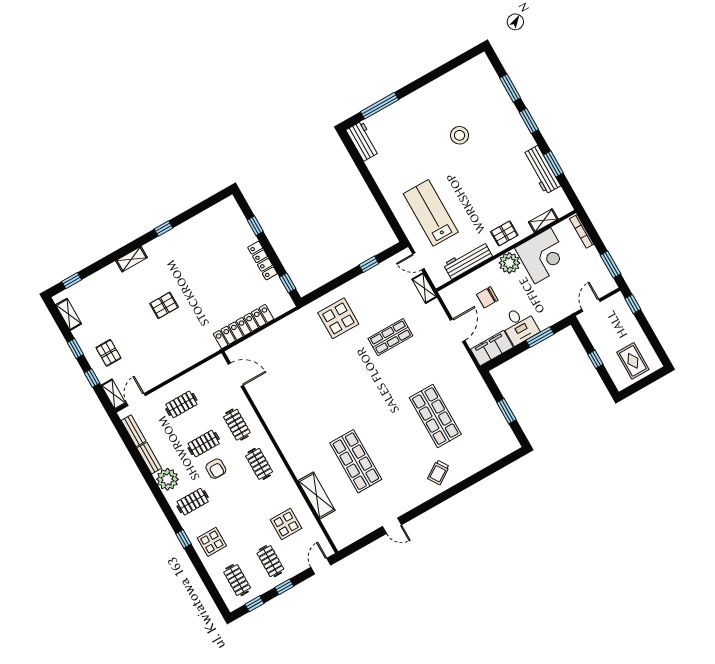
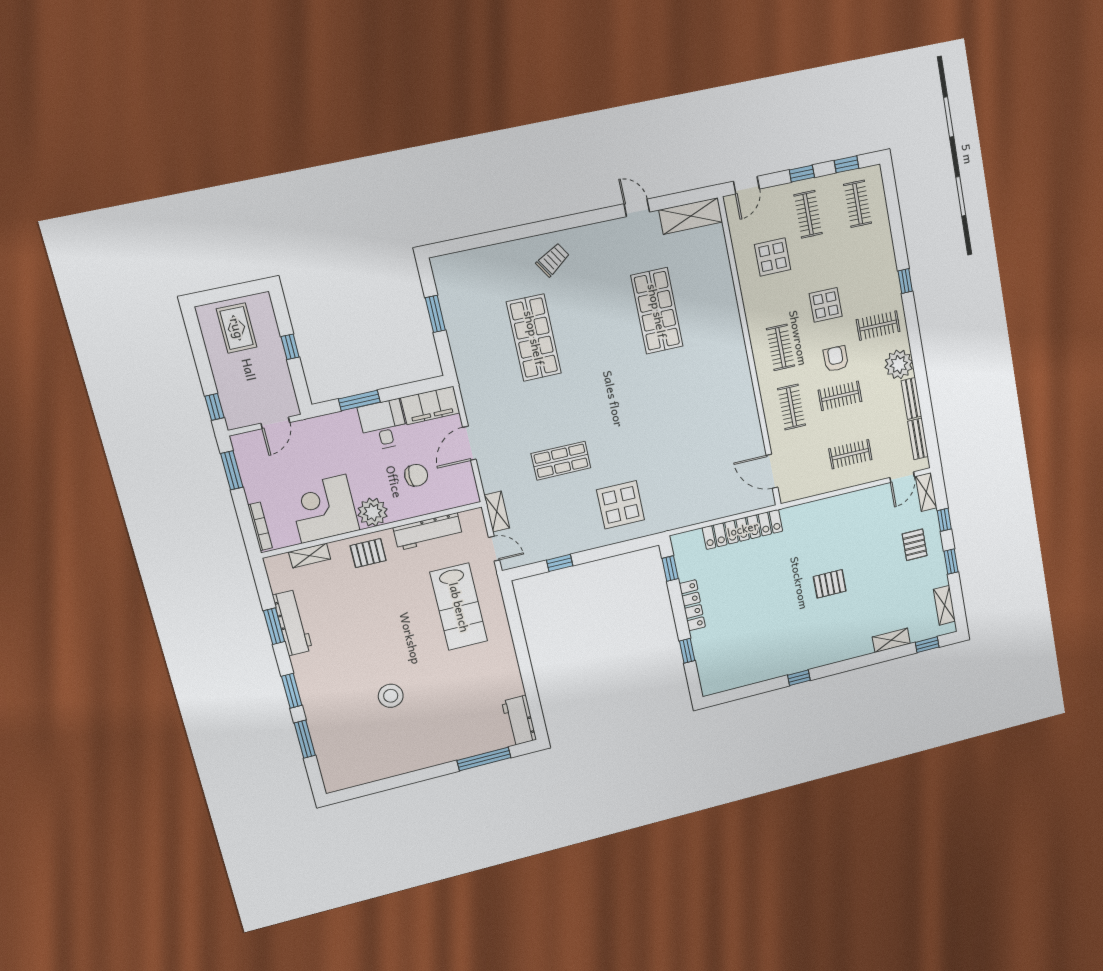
shelving: (132, 259) -> (891, 640), moved
shelving: (317, 495) -> (691, 216), moved, turned 90
display table: (212, 542) -> (826, 305), moved

